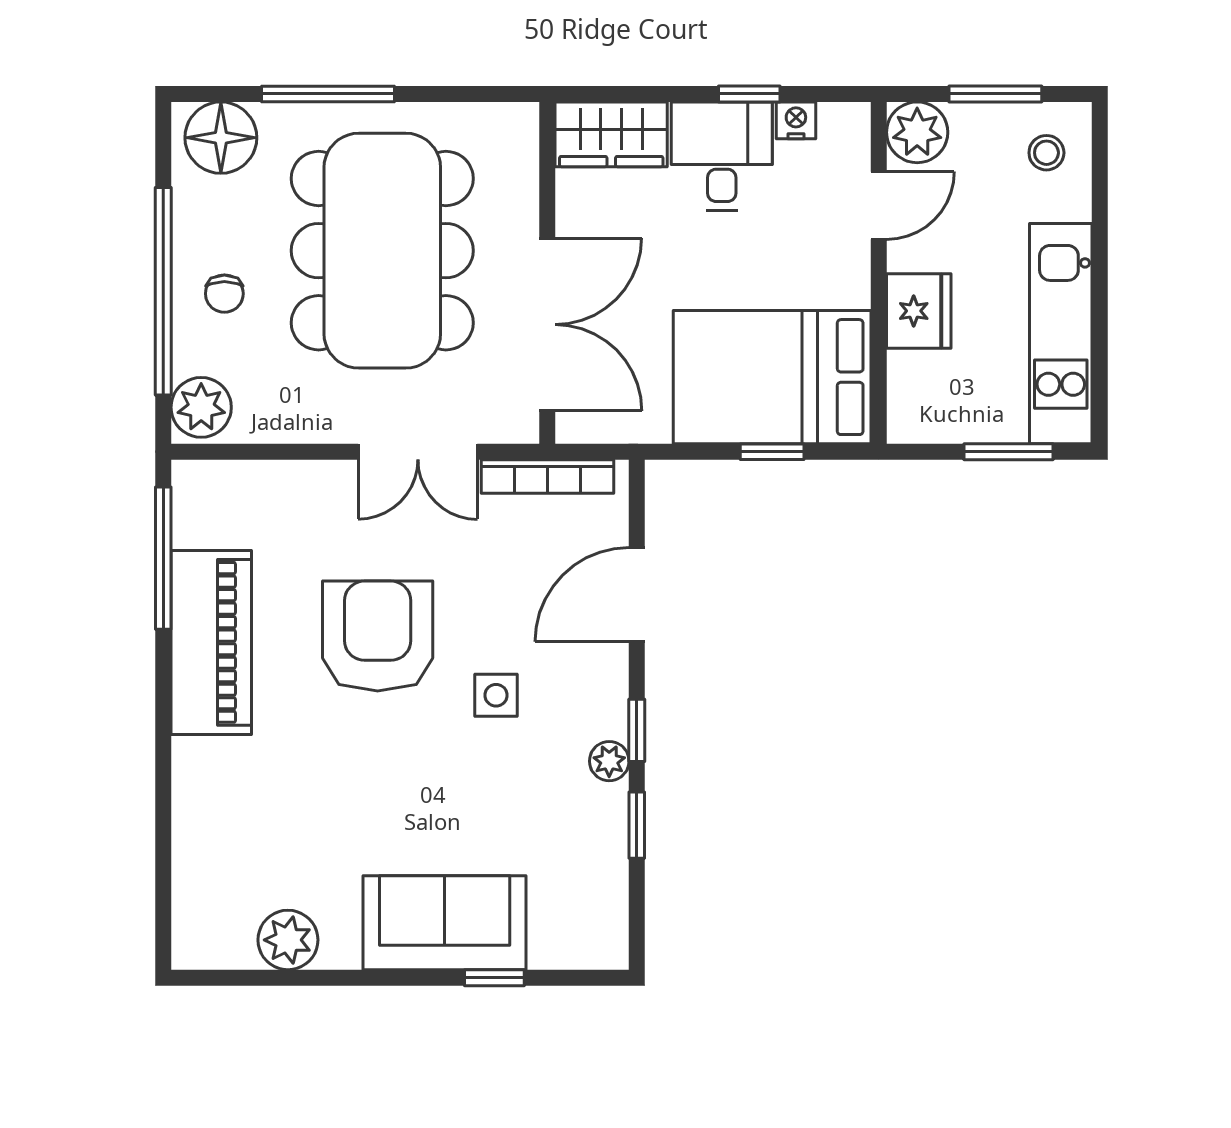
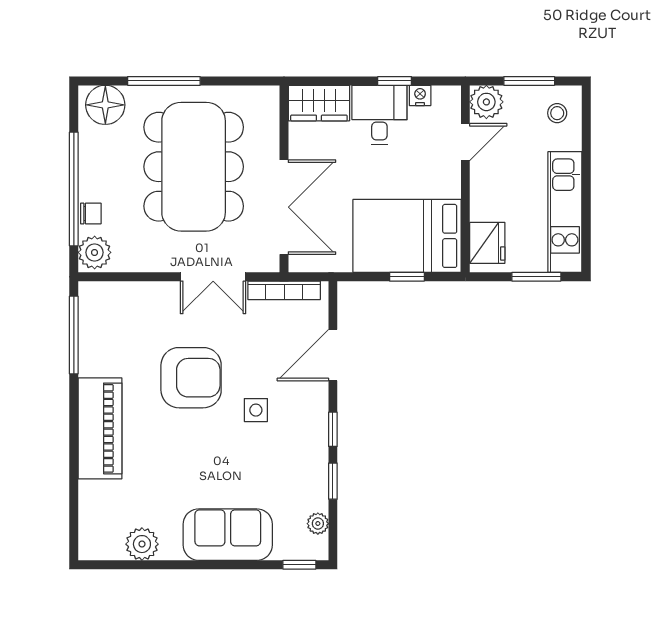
chair: (224, 294) -> (91, 214), moved, turned -90
fridge: (919, 311) -> (487, 243), moved
armchair: (378, 636) -> (191, 378), turned 90
piano: (211, 642) -> (100, 428), moved
plant: (609, 761) -> (318, 524), moved
window: (494, 978) -> (299, 565), moved

